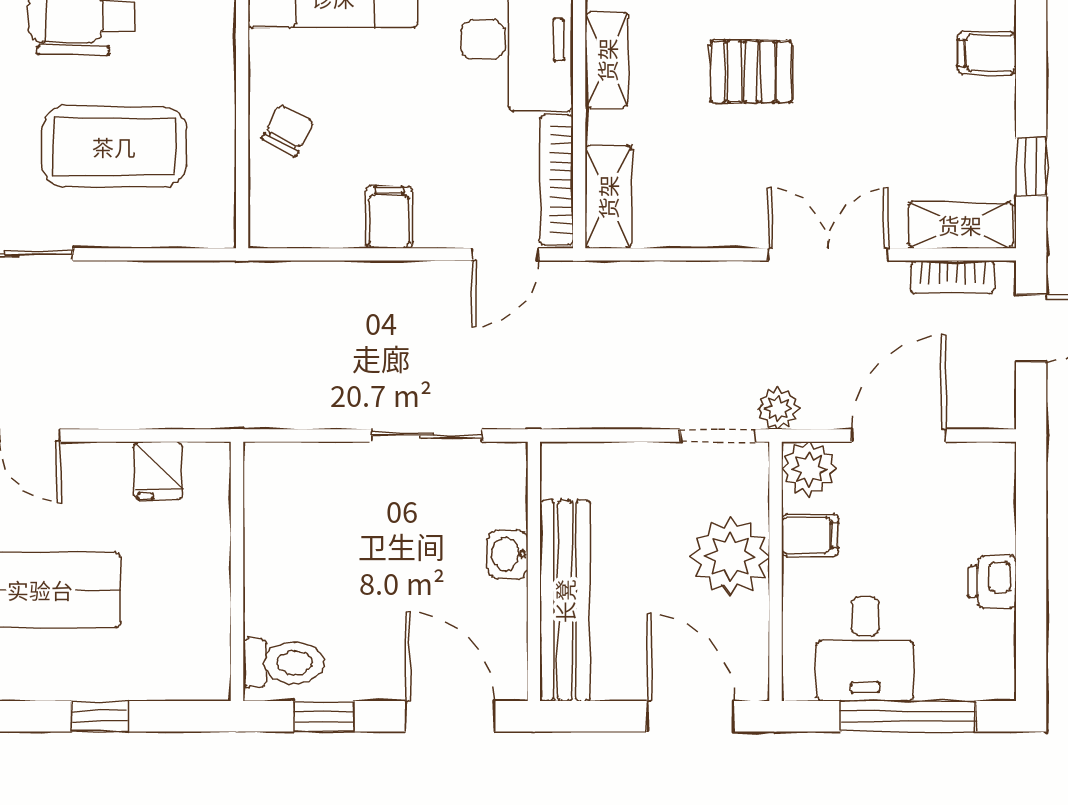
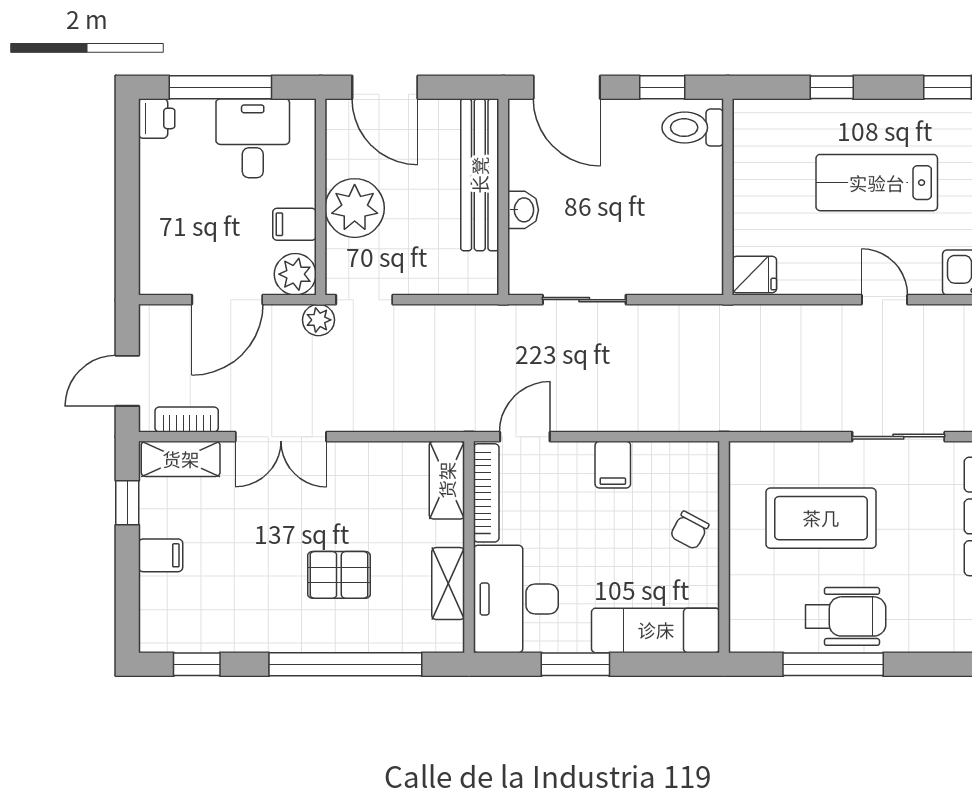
filing cabinet: (987, 53) -> (161, 555), moved
fridge: (158, 471) -> (754, 275), moved, turned 90
printer: (992, 582) -> (157, 118), moved

